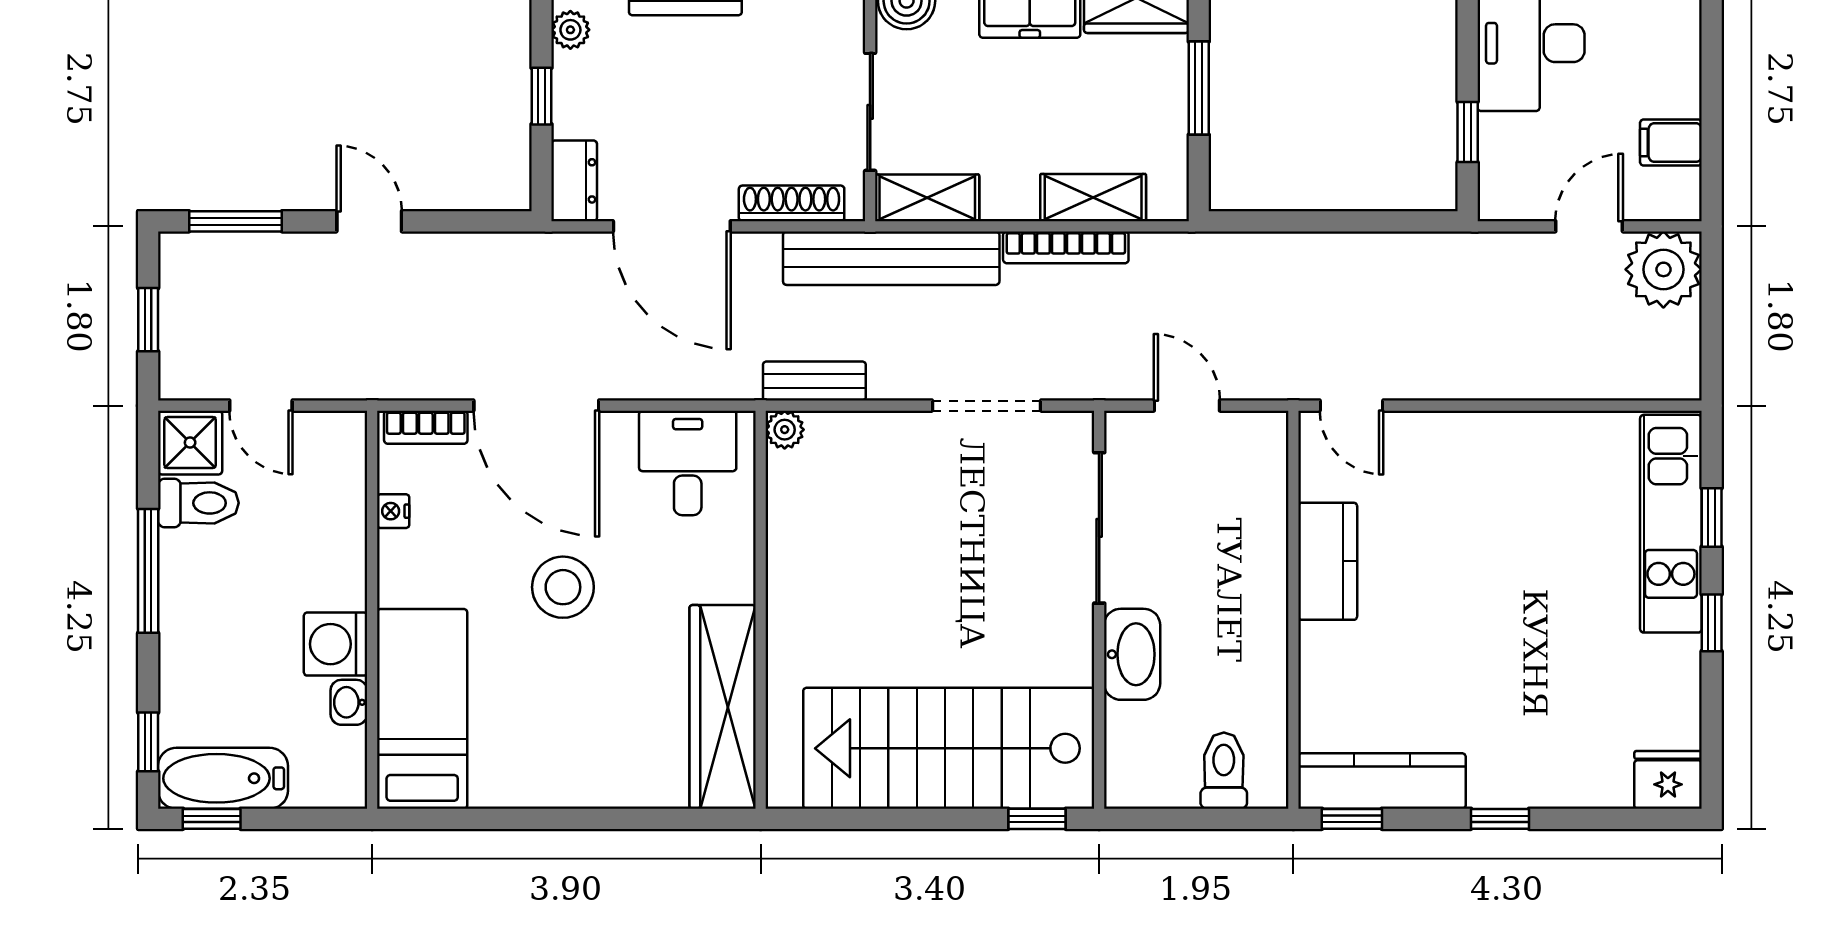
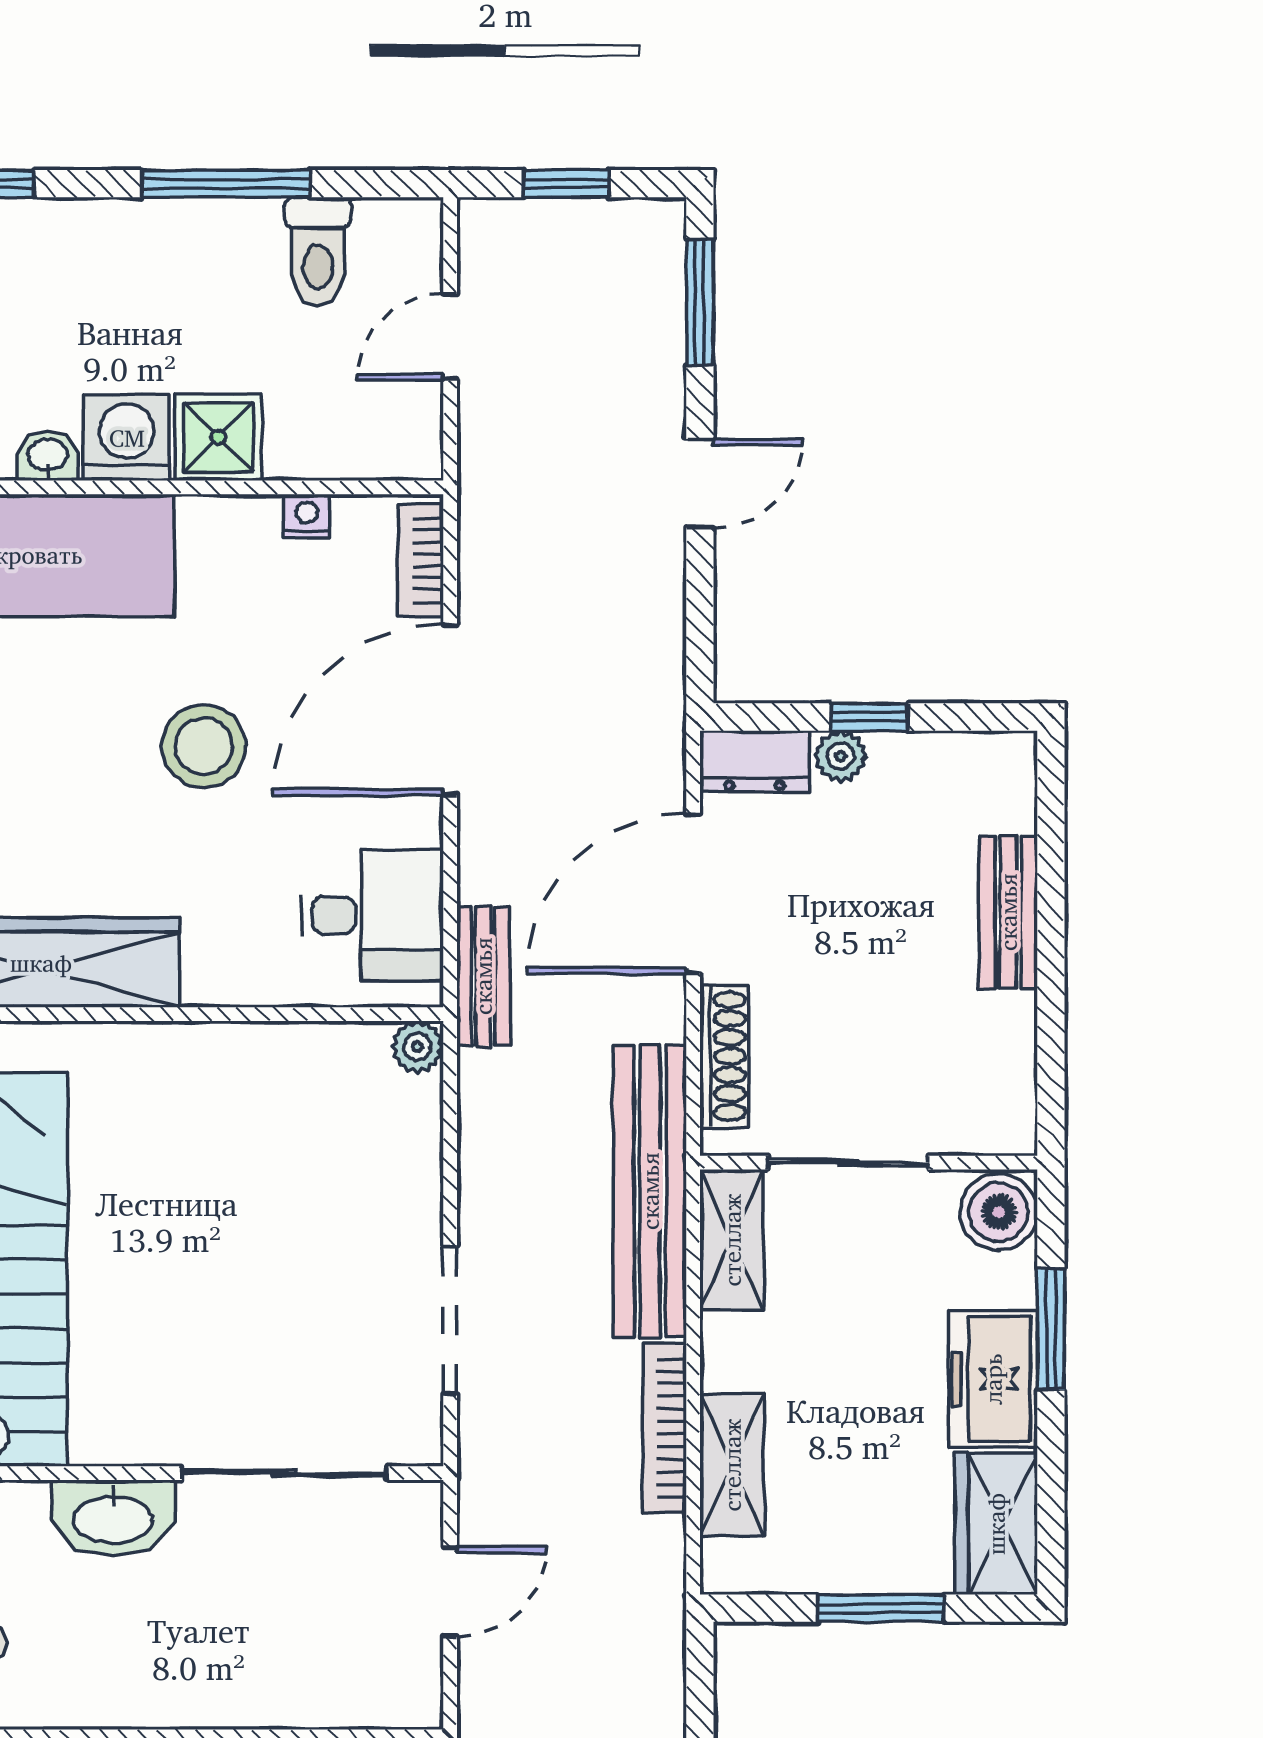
plant: (570, 30) -> (841, 756), moved
bench: (814, 381) -> (483, 976), moved
shower: (190, 443) -> (218, 437), moved

